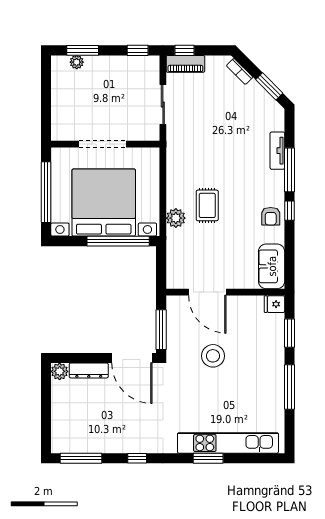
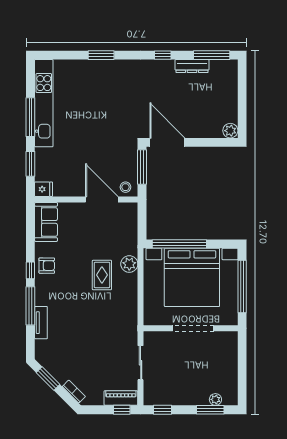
armchair: (271, 216) -> (47, 266), turned 90
stool: (213, 356) -> (125, 187), moved, width x0.53, depth x0.53
dresser: (89, 370) -> (192, 66), moved, turned 180
kitchen unit: (228, 443) -> (44, 103), moved, turned -90

